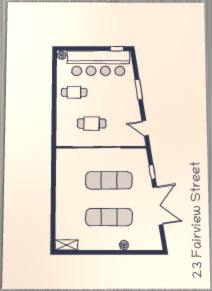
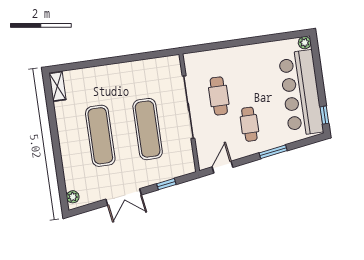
cafe table: (74, 92) -> (249, 124), moved
double door: (158, 206) -> (124, 197), width x0.73
plant: (124, 245) -> (73, 197), moved

